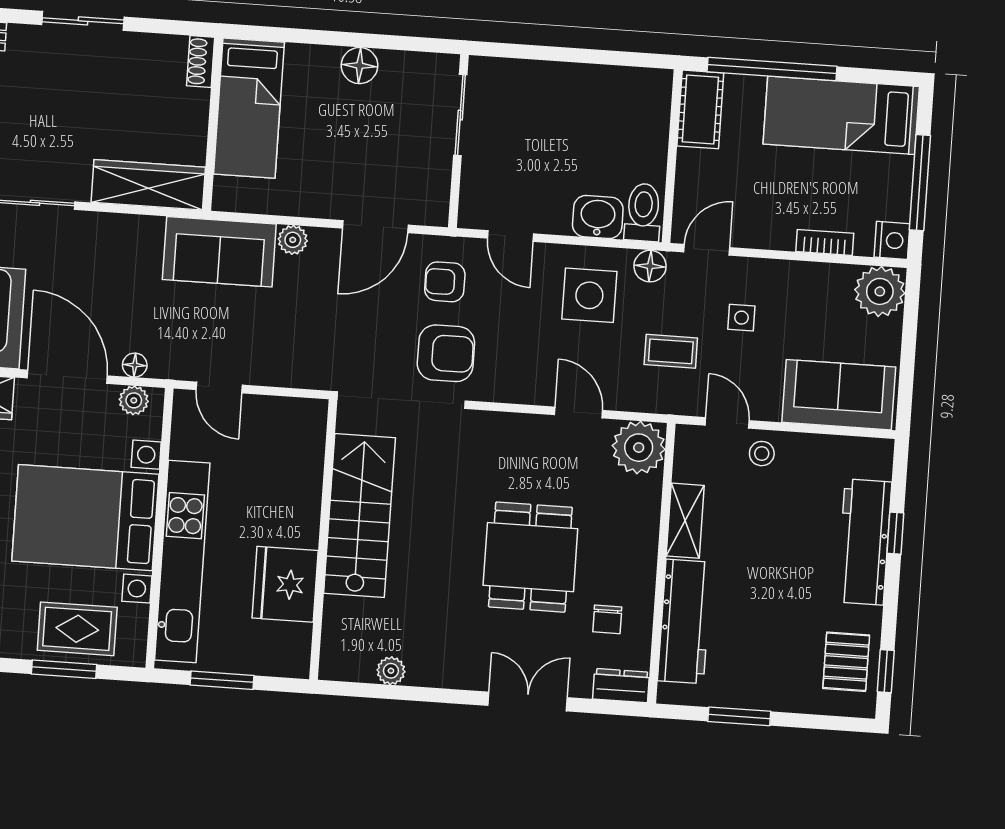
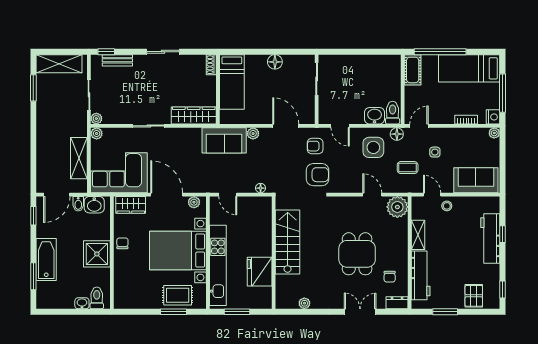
door: (375, 227) -> (286, 126), swing flipped
plant: (880, 291) -> (494, 133), width x0.53, depth x0.53
floor lamp: (135, 365) -> (261, 188), moved
pallet: (846, 662) -> (474, 296), moved

